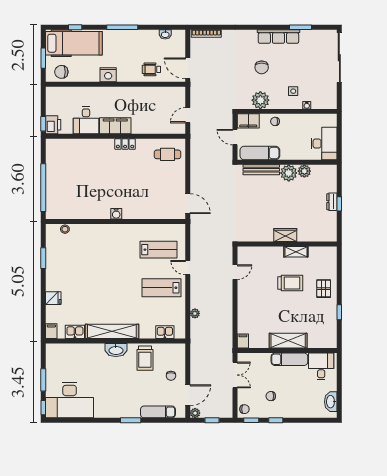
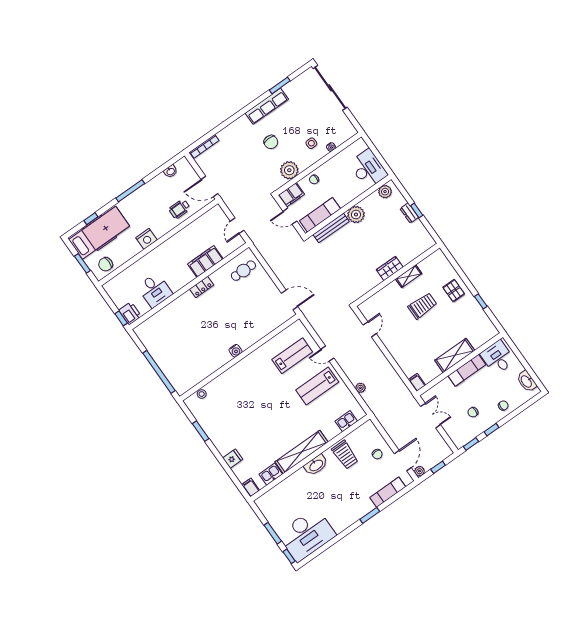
filing cabinet: (115, 126) -> (205, 261), moved
plant: (304, 171) -> (385, 192), moved
chair: (244, 409) -> (503, 406), moved

